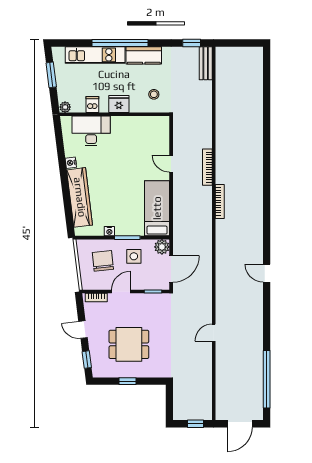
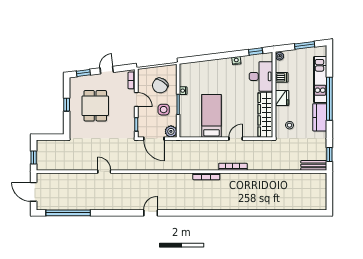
window: (59, 138) -> (256, 51), added
wardrobe: (80, 197) -> (265, 115), moved, turned 97
bed: (157, 208) -> (211, 116), moved, turned -90
chair: (103, 261) -> (160, 86), turned 129

